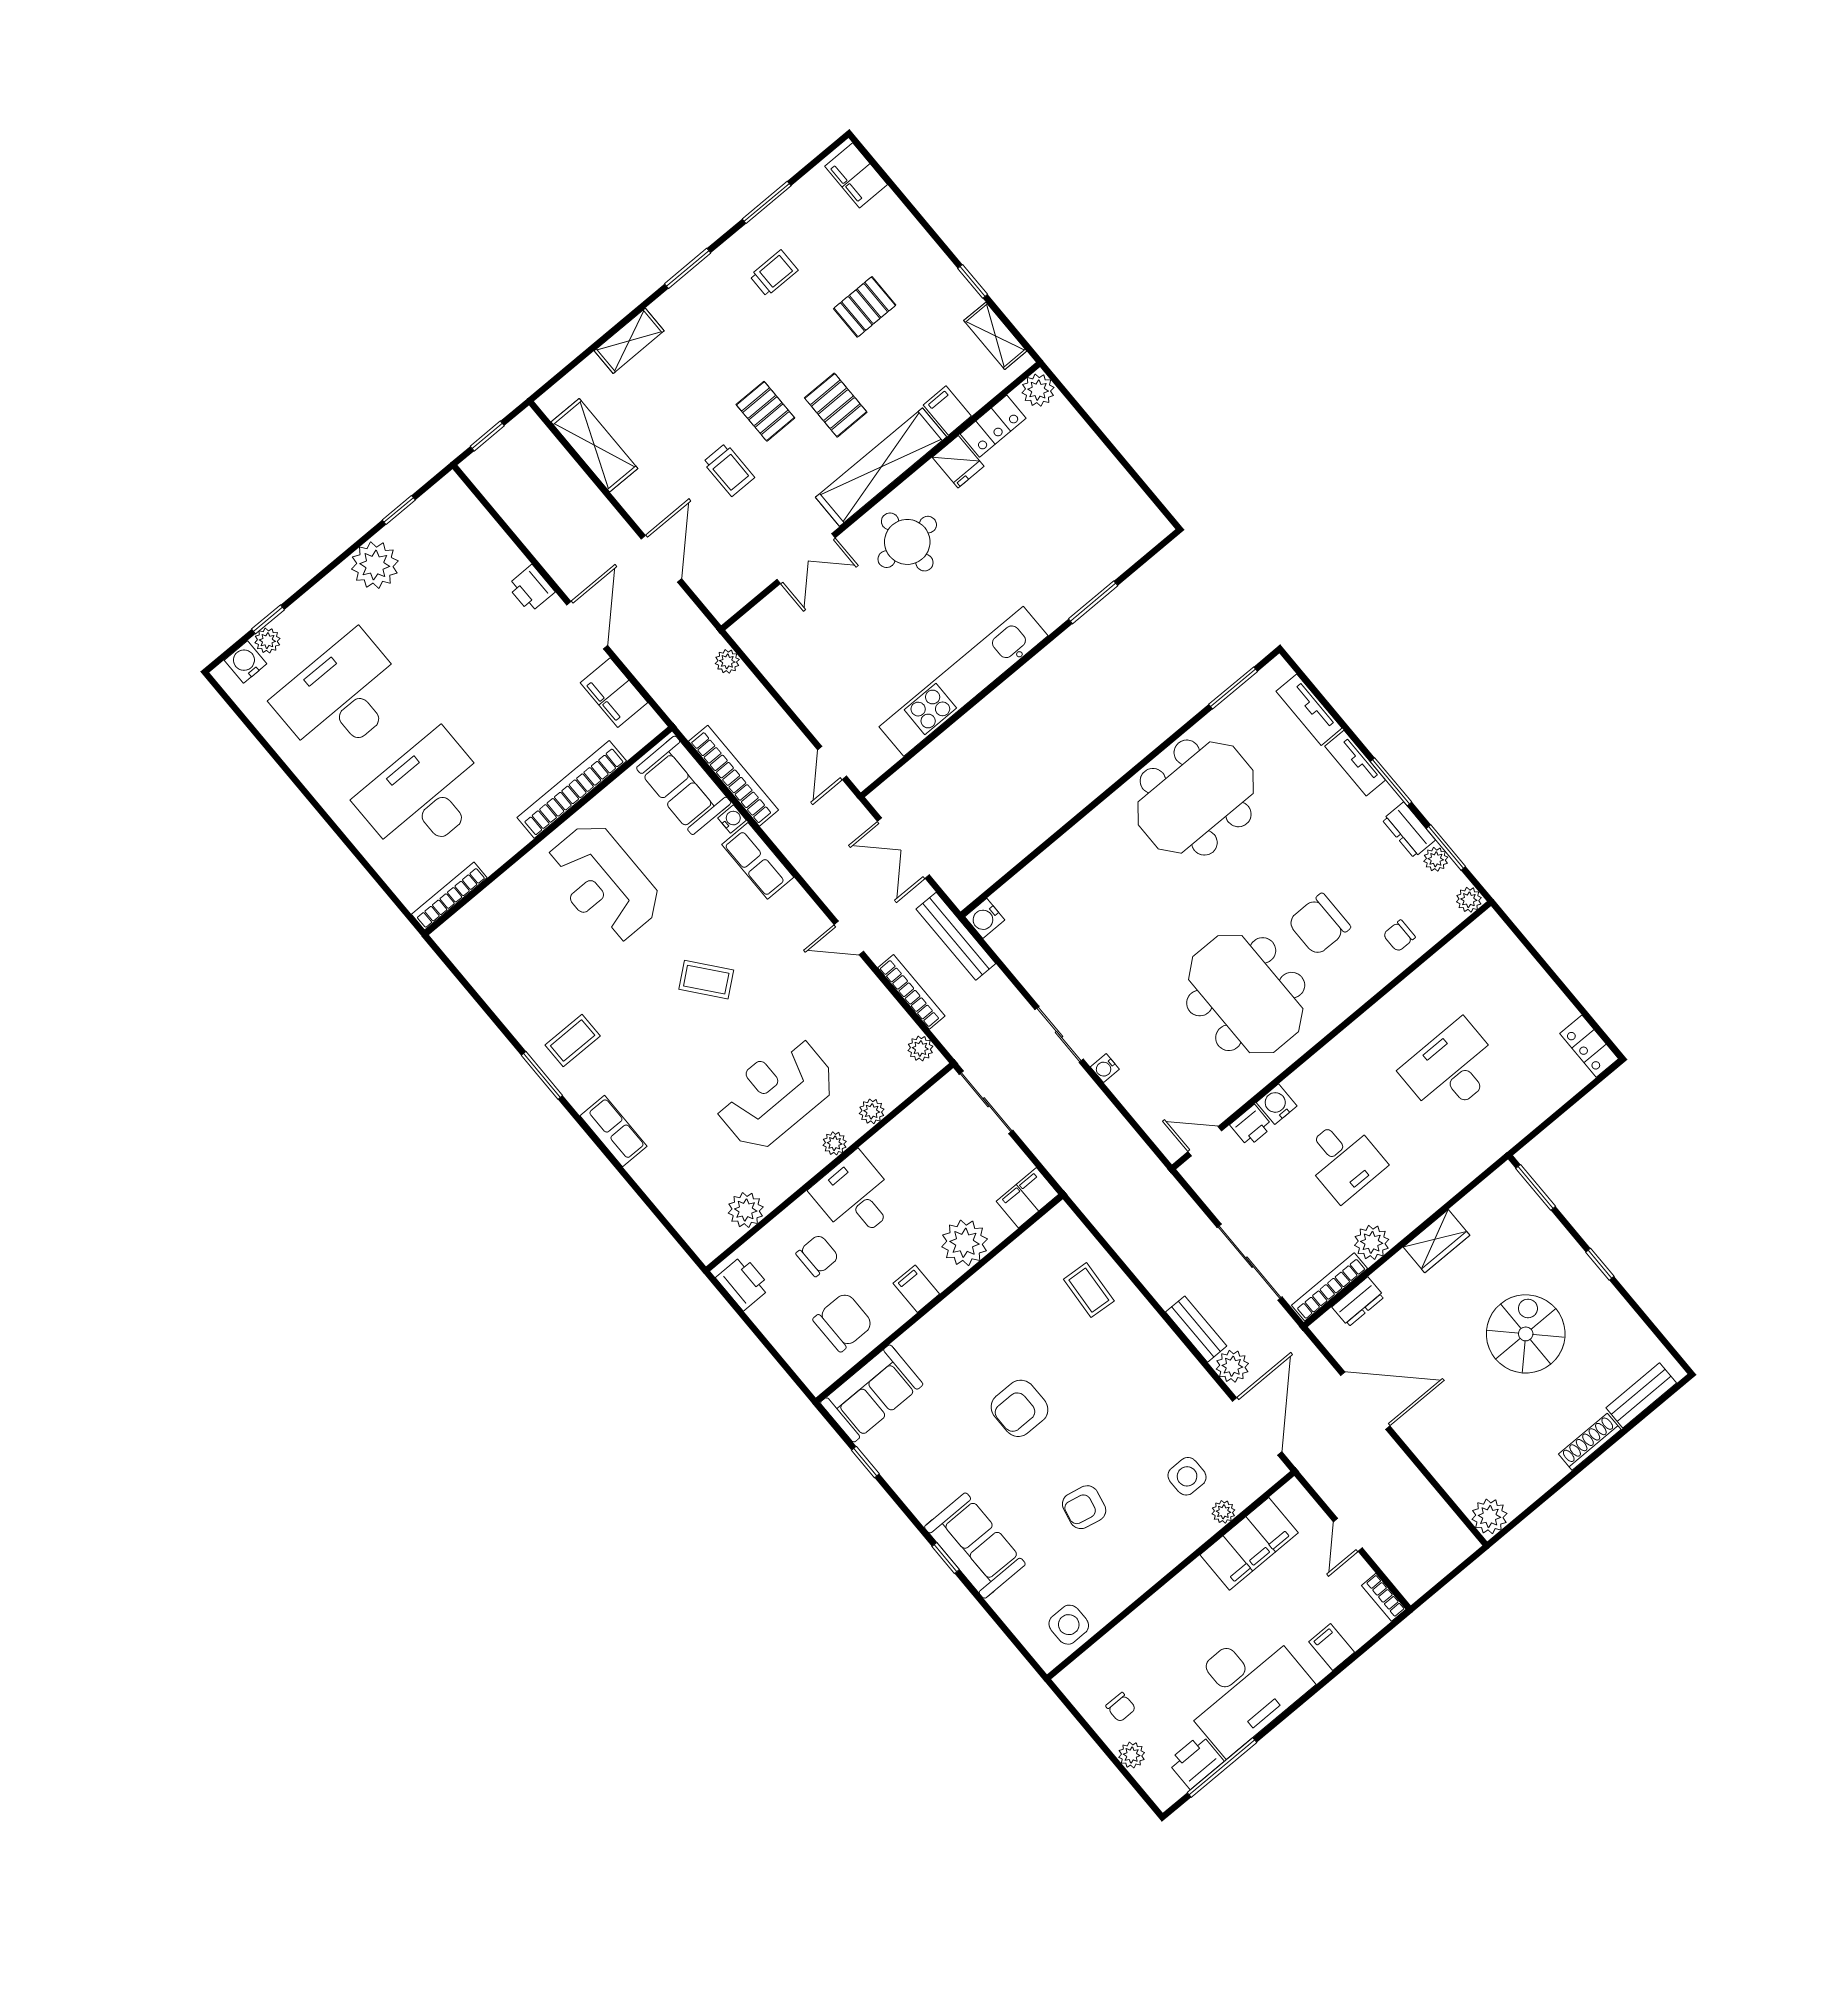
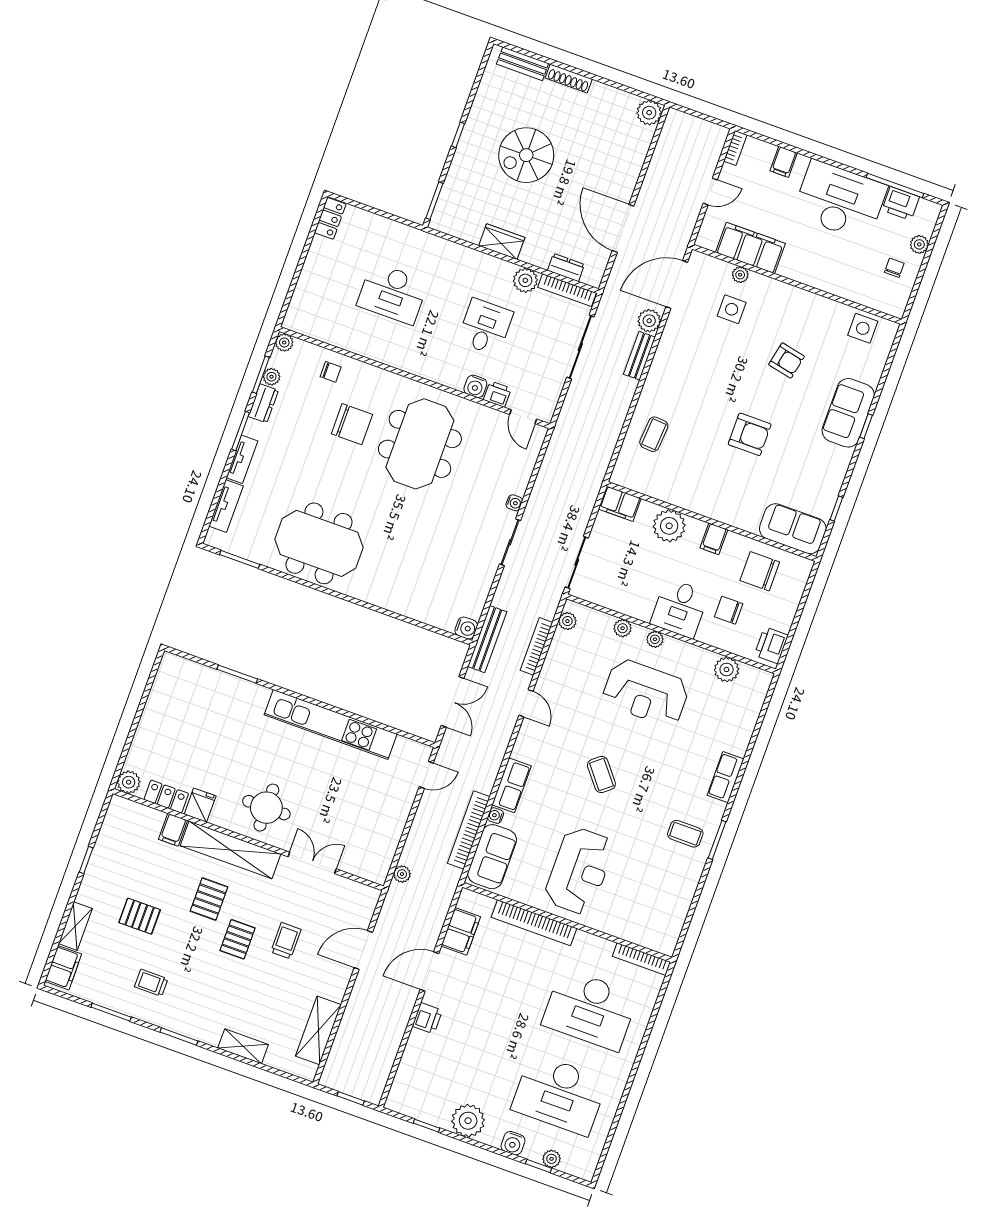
shelving: (995, 336) -> (75, 926), moved
water cooler: (246, 662) -> (513, 1143), moved

